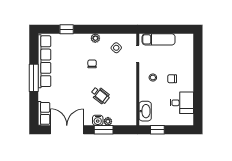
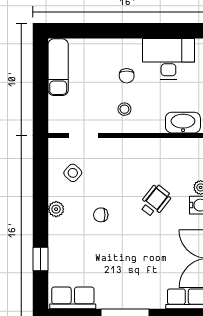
exam couch: (159, 39) -> (58, 67), moved
row of seats: (44, 61) -> (73, 298), width x0.50
desk: (182, 103) -> (168, 59), width x1.37

